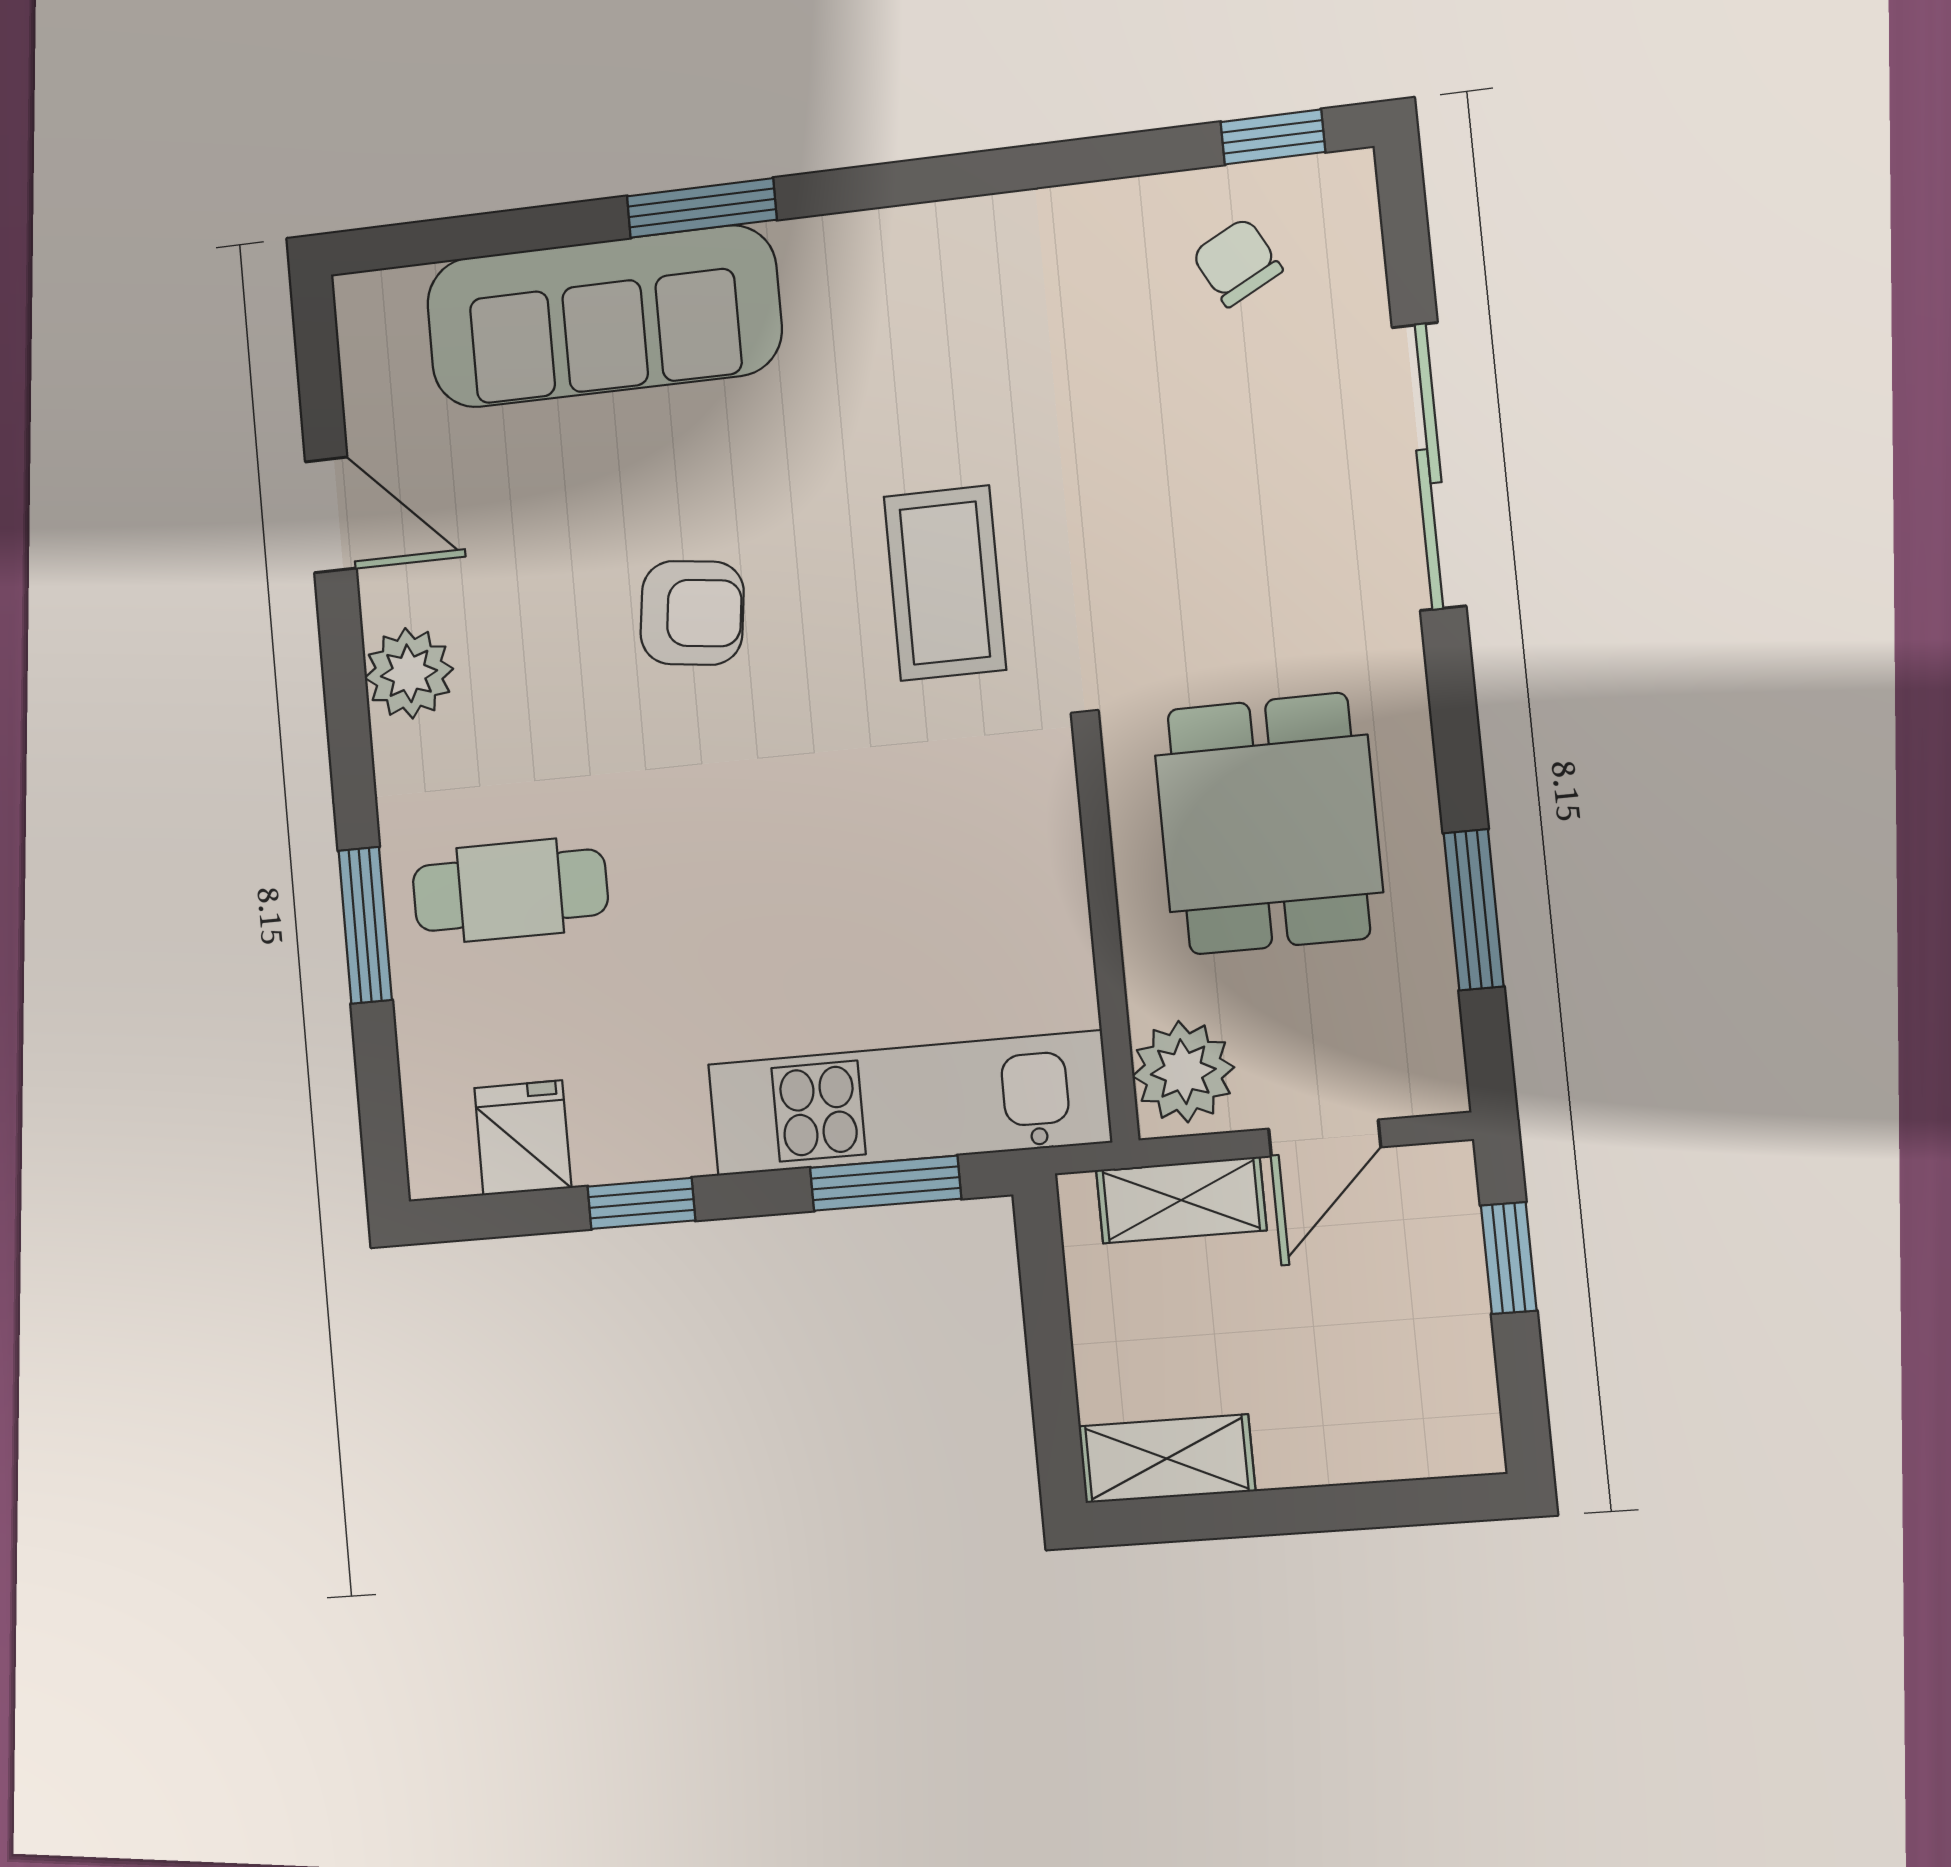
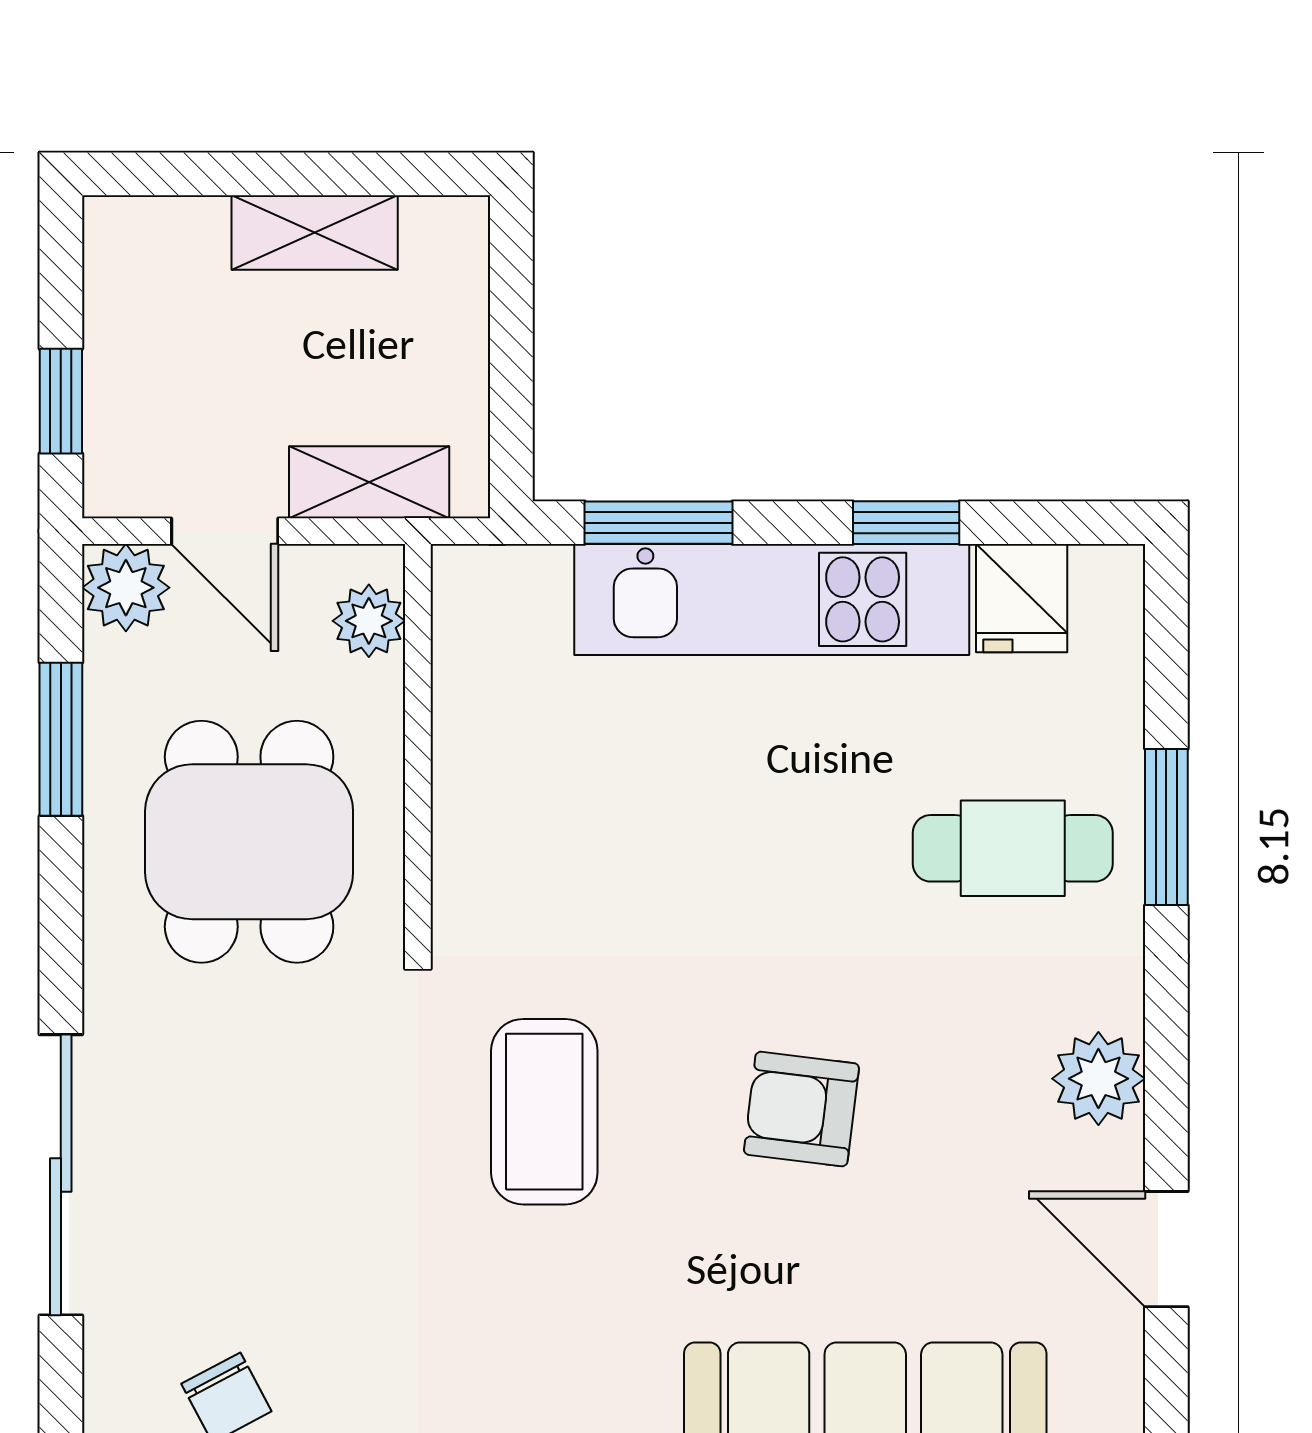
plant: (1421, 1071) -> (126, 588), added
plant: (1183, 1072) -> (369, 621), width x0.73, depth x0.73
kitchen unit: (909, 1103) -> (772, 599), moved
door: (1325, 1138) -> (225, 531), swing flipped
shelving: (1167, 1459) -> (315, 232), moved

